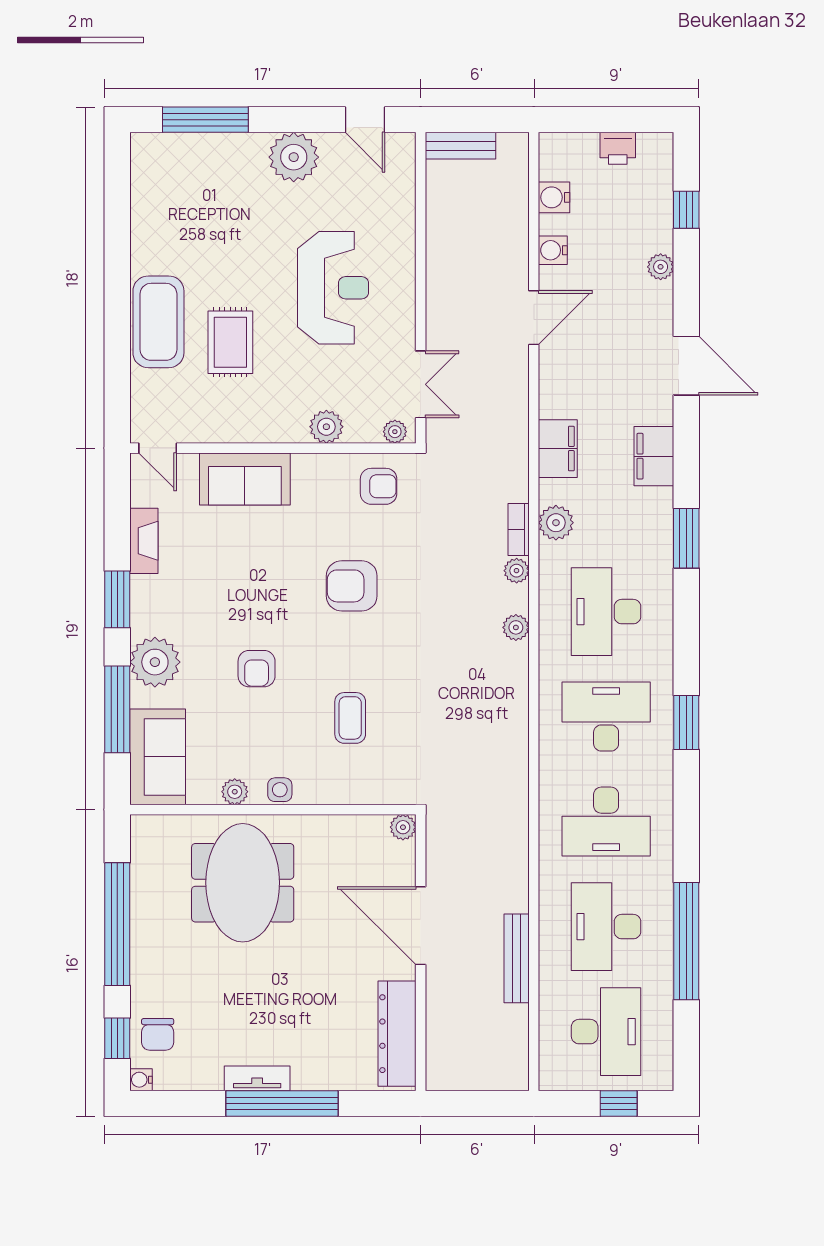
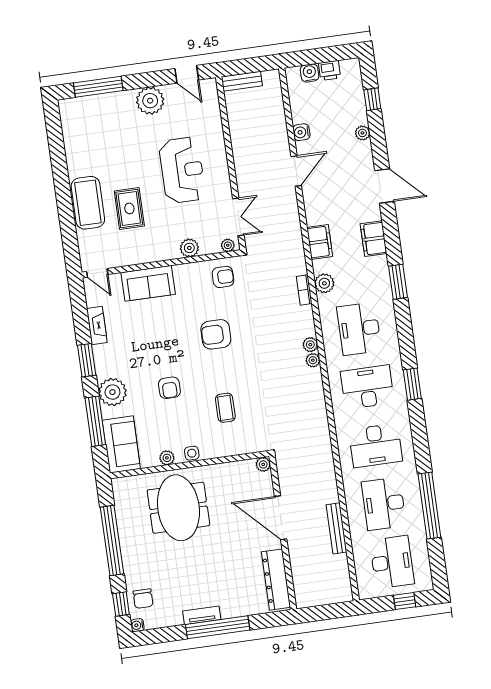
water cooler: (554, 197) -> (310, 73), moved, turned 90
plant: (517, 571) -> (313, 360), moved

